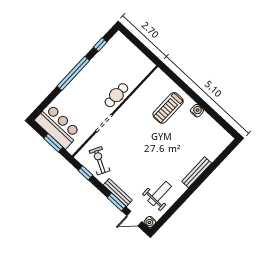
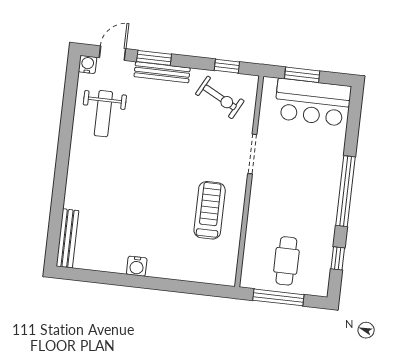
window: (142, 47) -> (278, 297), added
cafe table: (116, 95) -> (286, 261), moved
treadmill: (168, 108) -> (210, 210), moved
bench: (197, 172) -> (67, 238), moved

